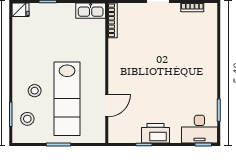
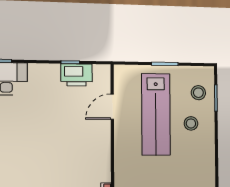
lab bench: (67, 99) -> (156, 114), turned 180
printer: (156, 133) -> (76, 75), moved

